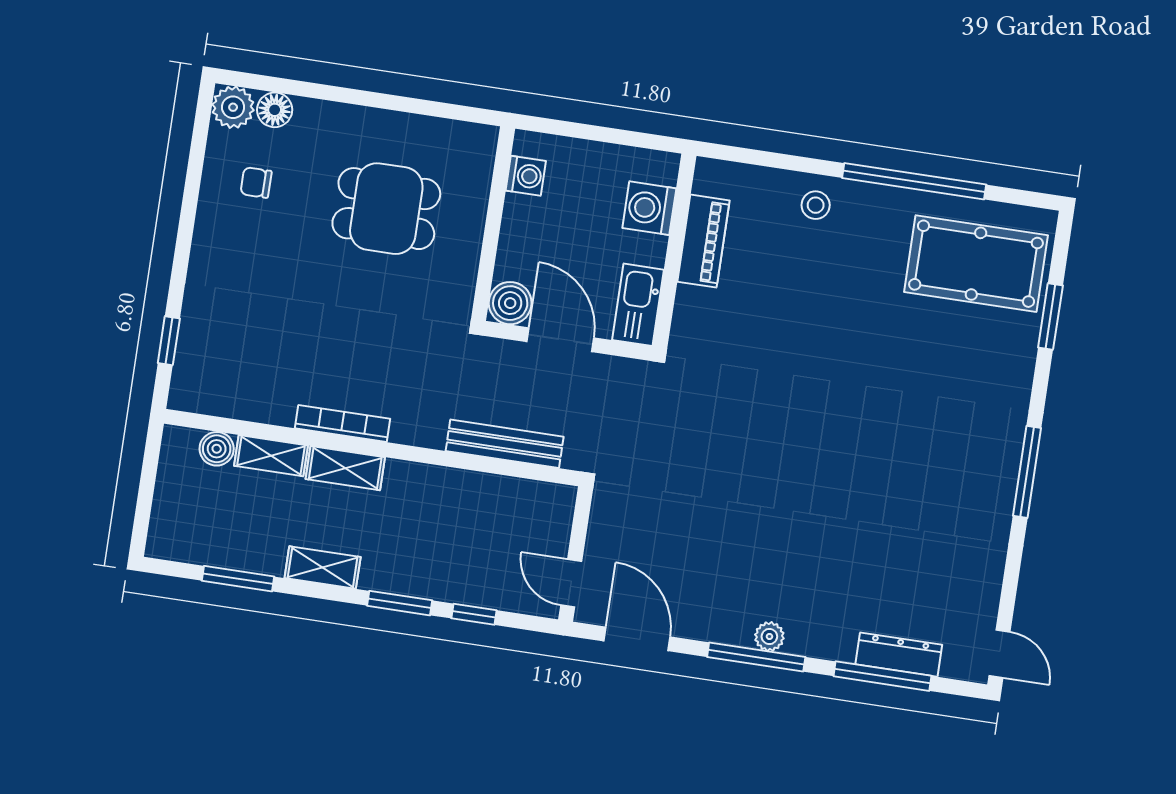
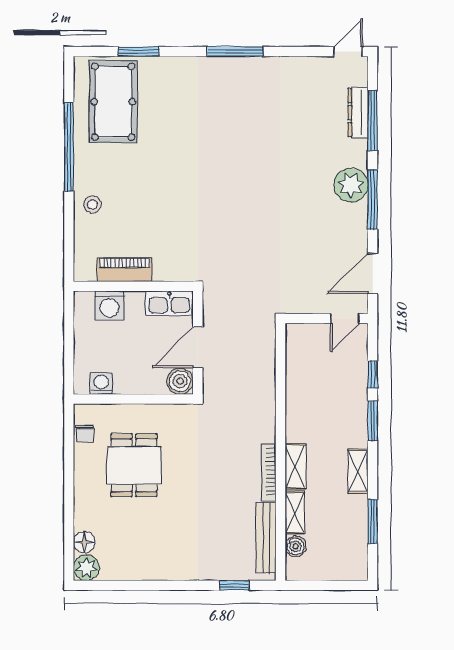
chair: (256, 183) -> (85, 433), moved
bench: (505, 444) -> (266, 538), moved
plant: (769, 637) -> (351, 185), width x1.87, depth x1.87

